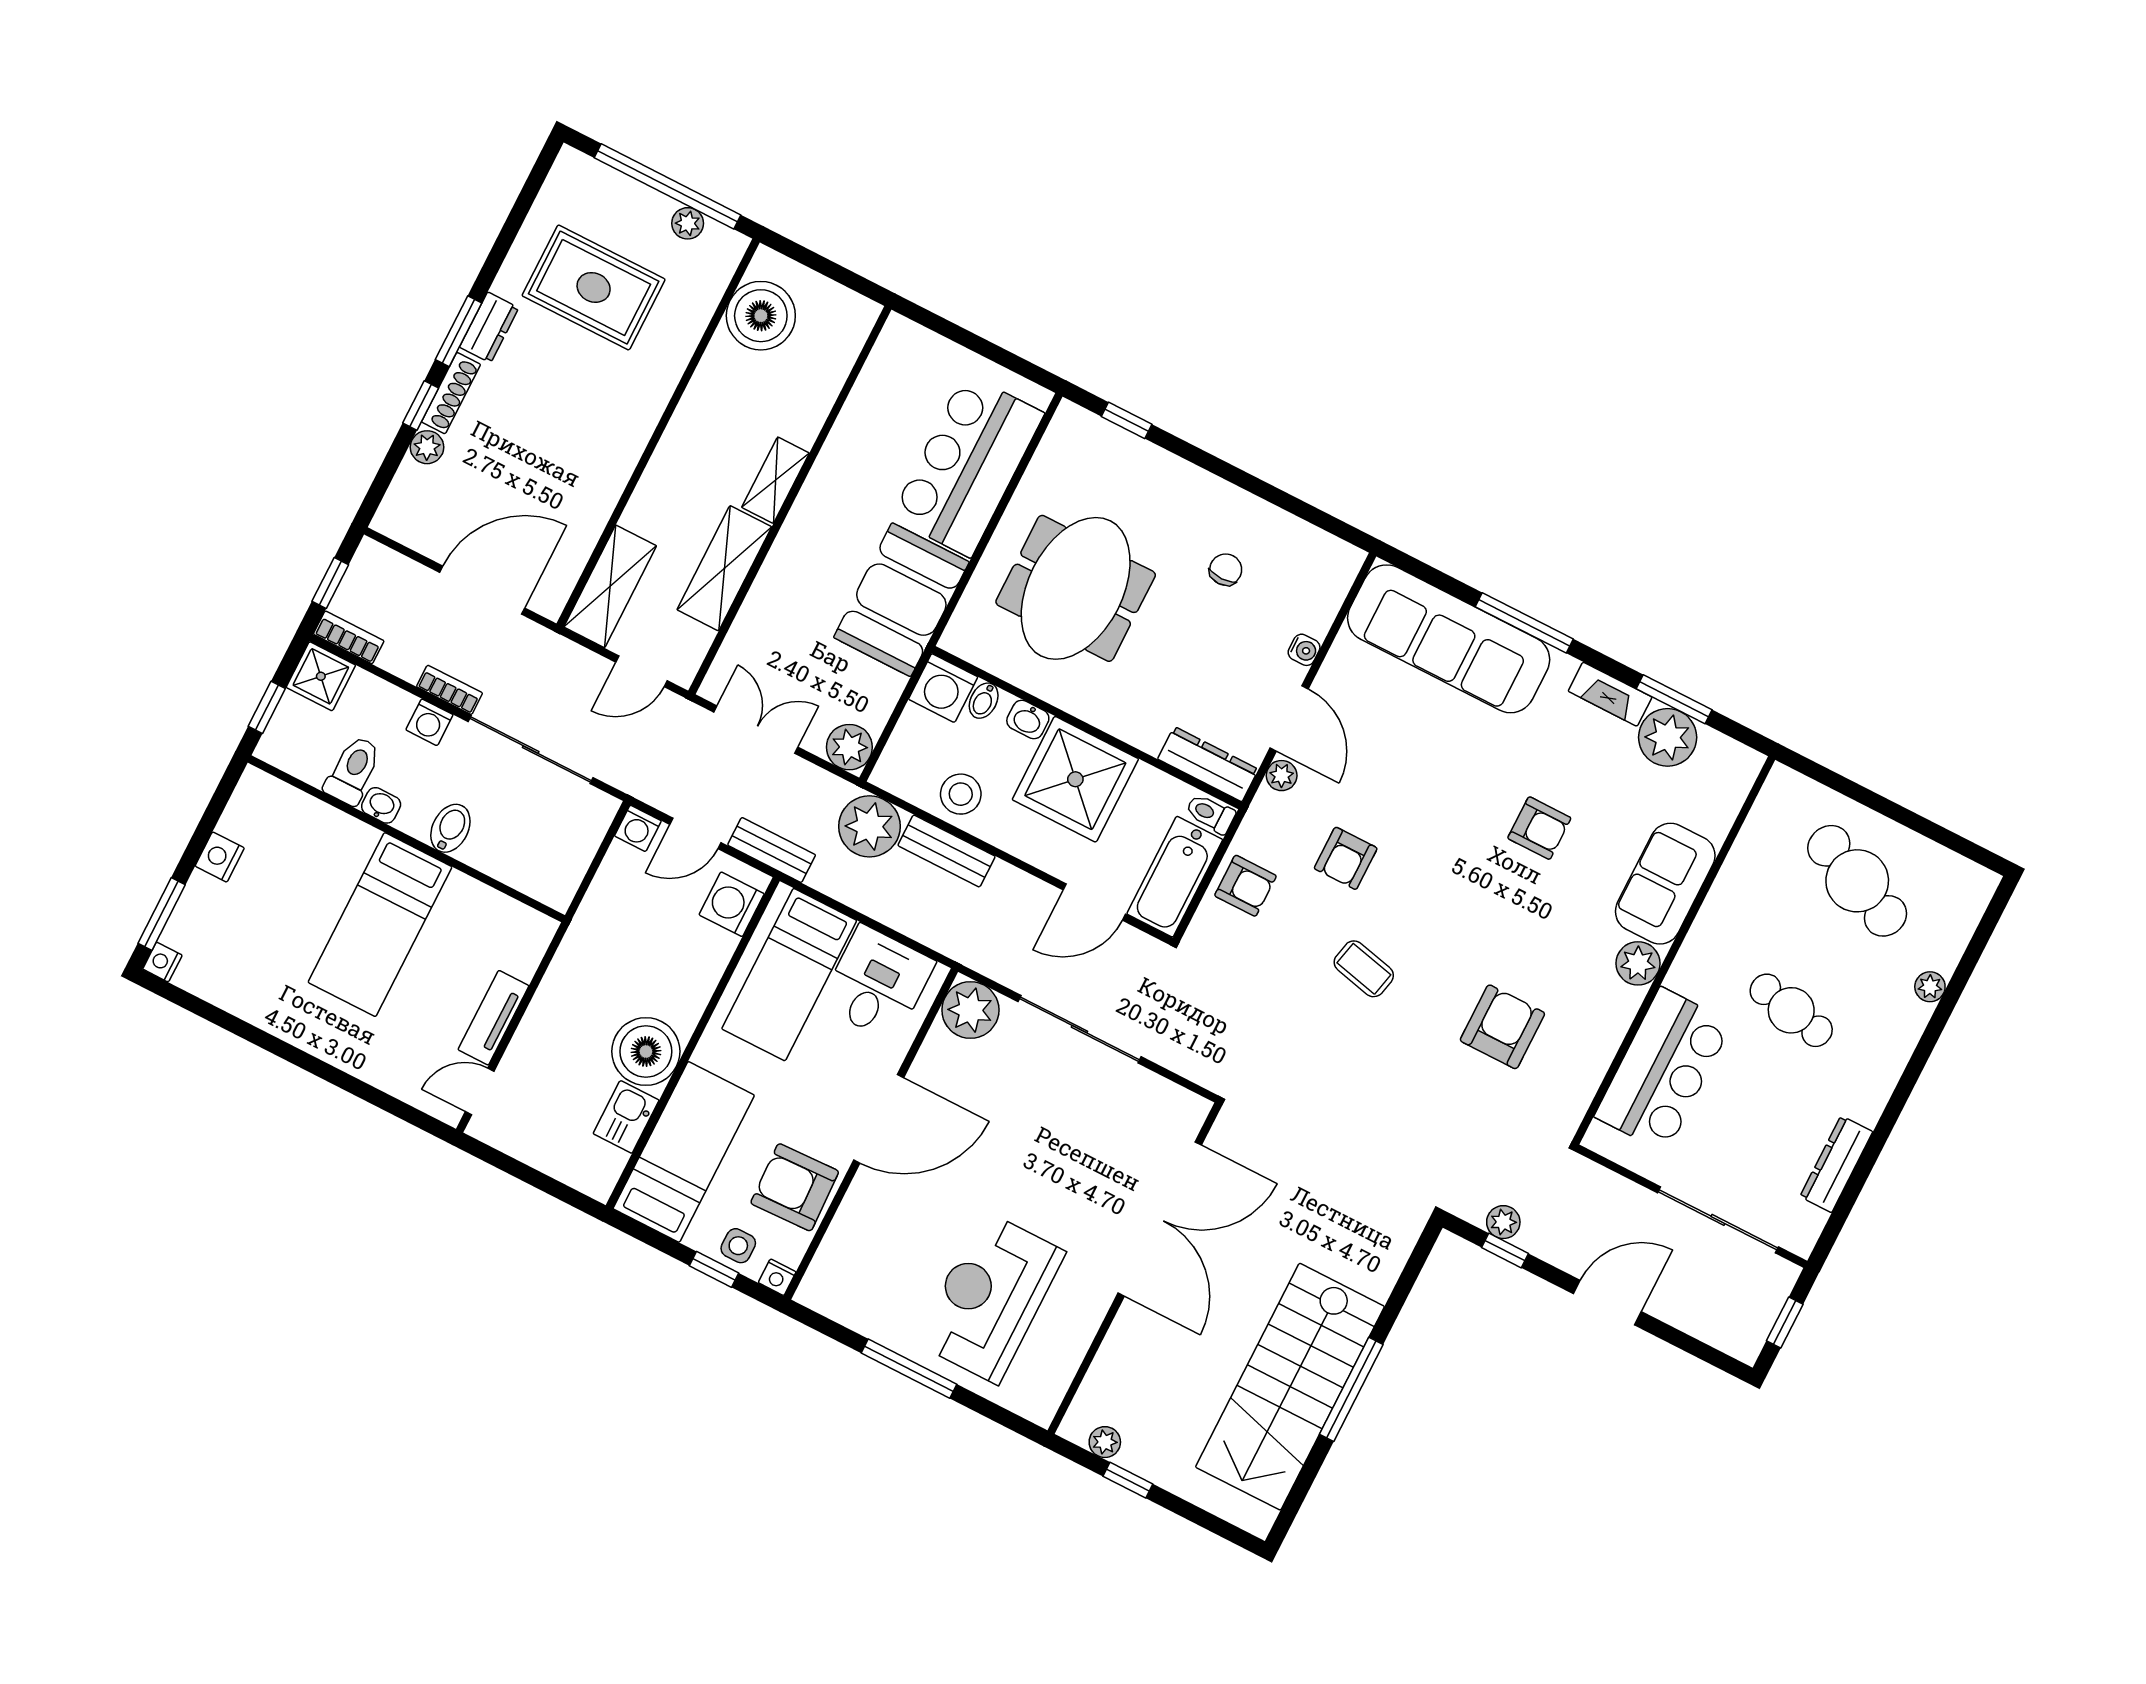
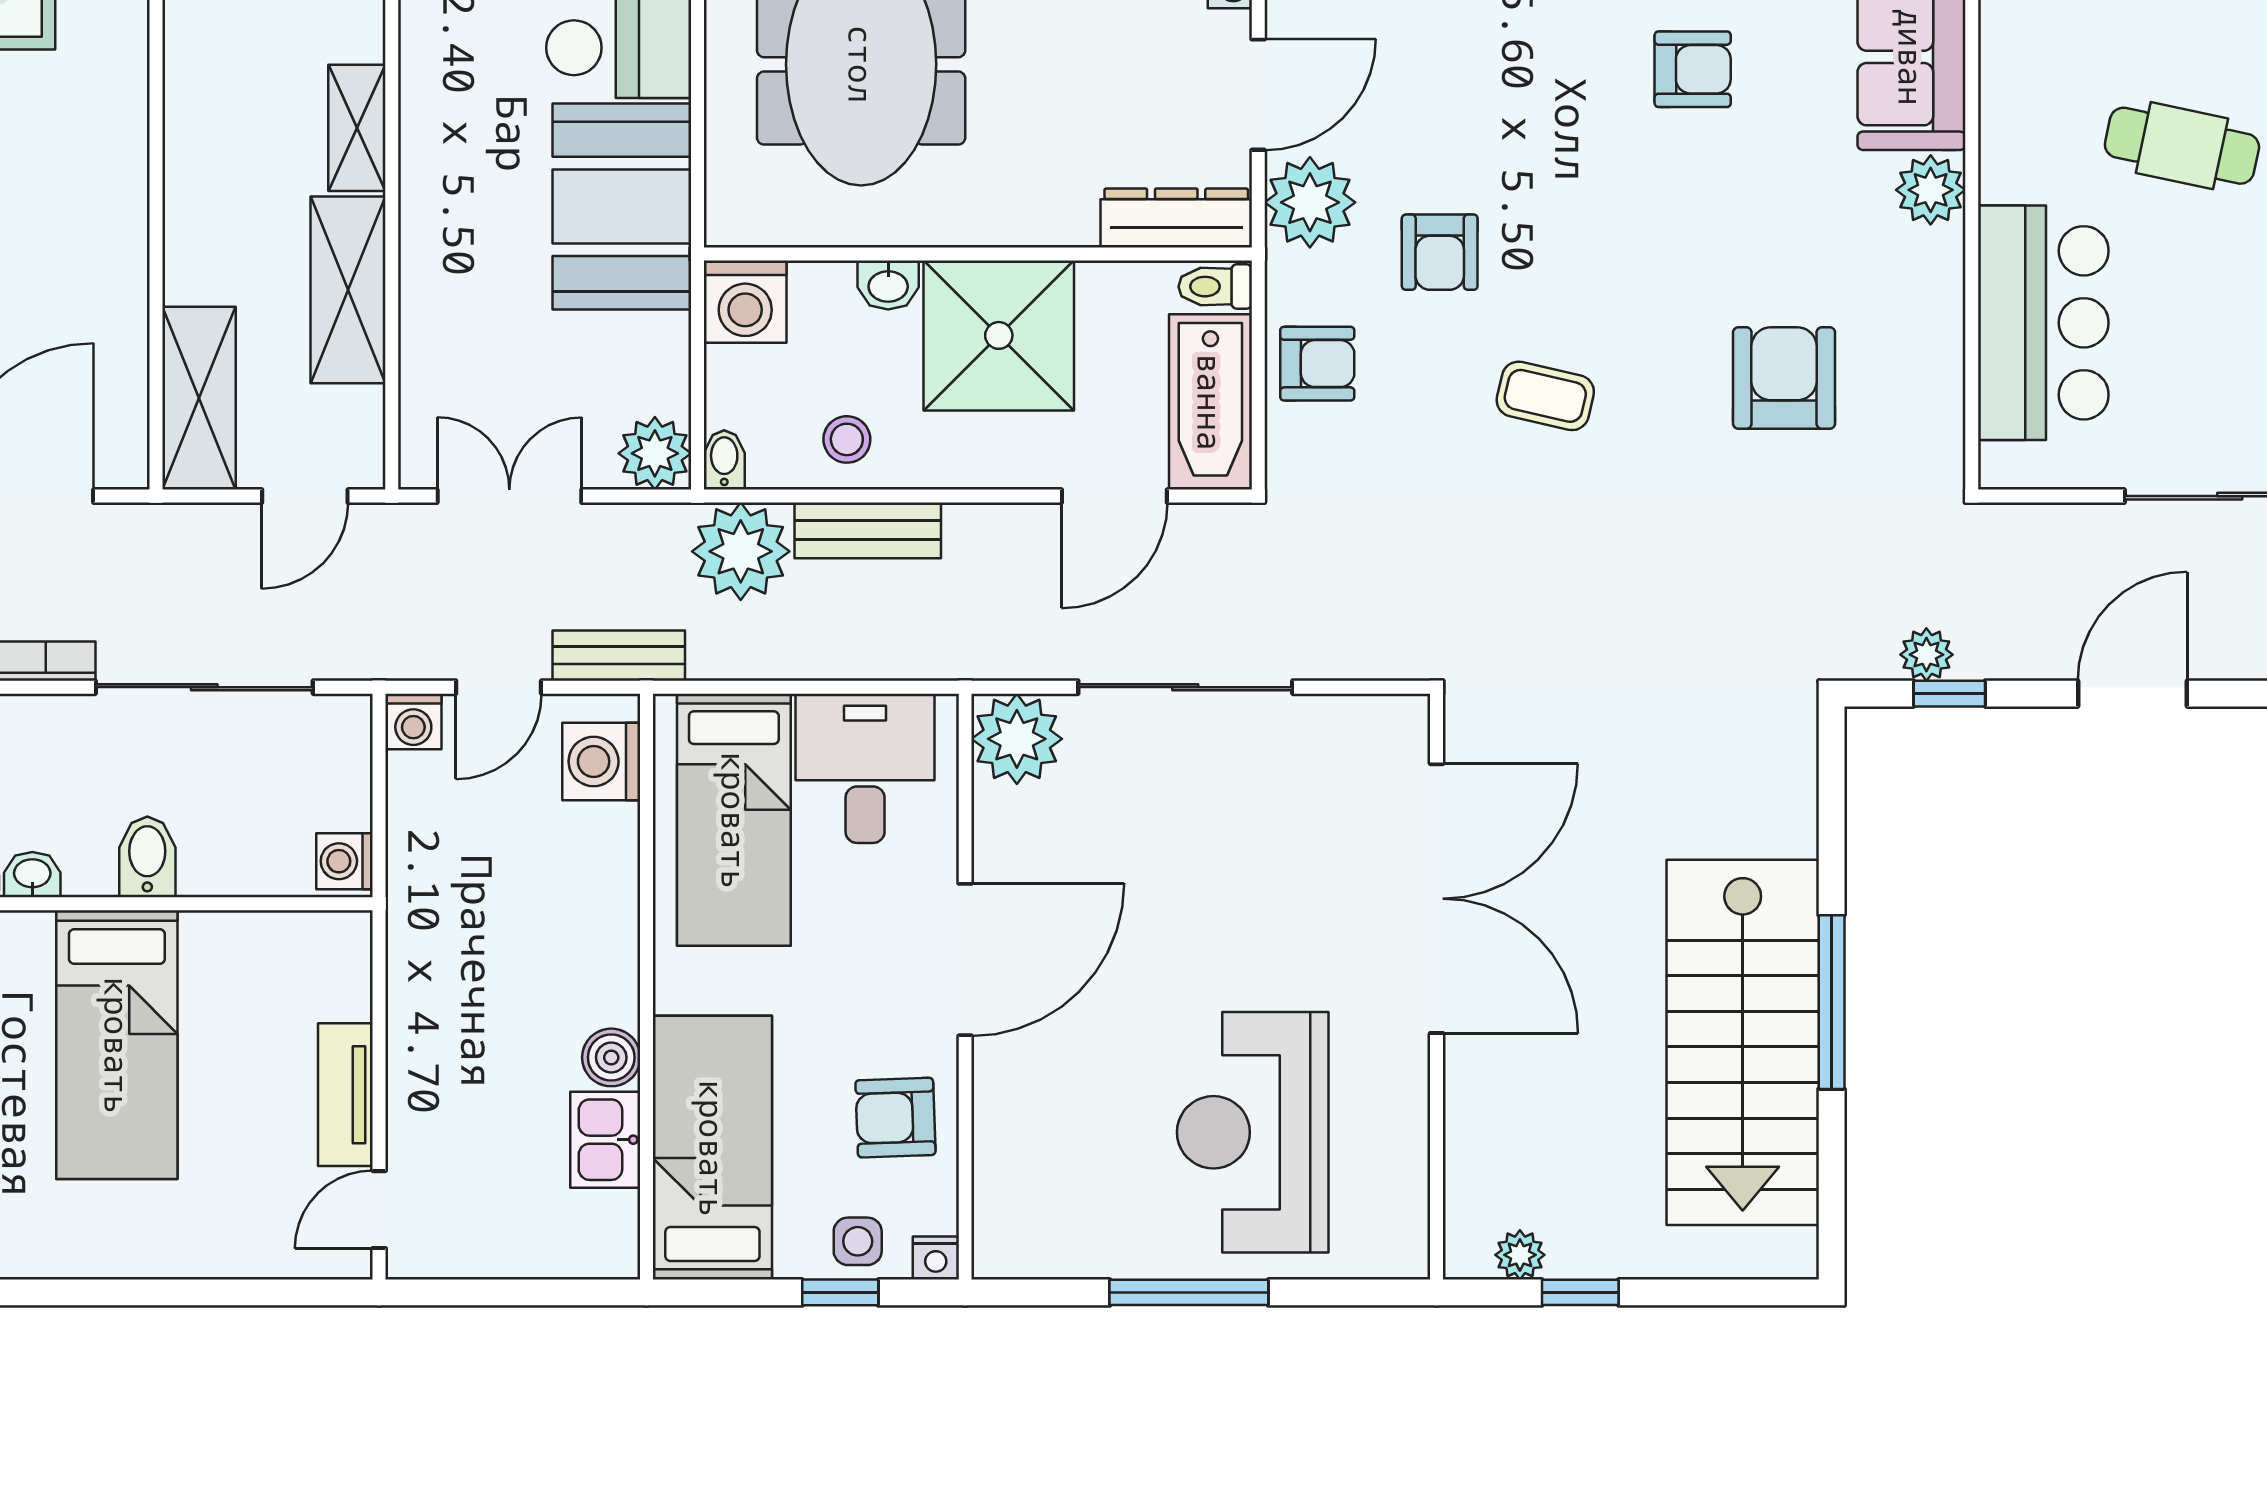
bidet: (984, 701) -> (724, 460), moved, turned 180
door: (1289, 718) -> (1258, 95), hinge flipped
washing machine: (429, 722) -> (344, 861), moved, turned 90
plant: (1282, 776) -> (1310, 202), width x1.88, depth x1.88
stool: (961, 794) -> (847, 439), width x0.73, depth x0.73
boiler: (646, 1051) -> (611, 1057), width x0.54, depth x0.54
armchair: (795, 1187) -> (895, 1118), width x0.72, depth x0.72

